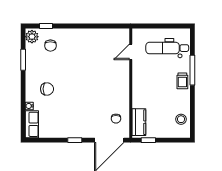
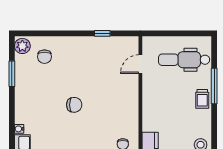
window: (46, 26) -> (102, 33), moved
chair: (47, 89) -> (74, 105), moved

